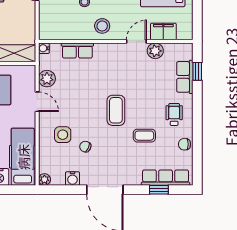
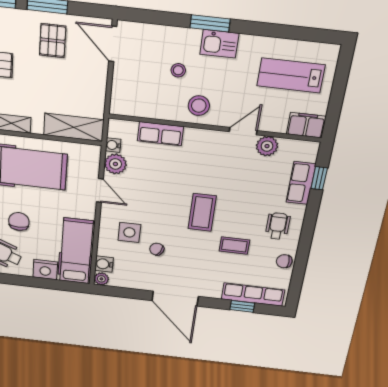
filing cabinet: (163, 31) -> (306, 125), moved
water cooler: (44, 48) -> (113, 145), moved
water cooler: (73, 179) -> (104, 264), moved, turned 90

